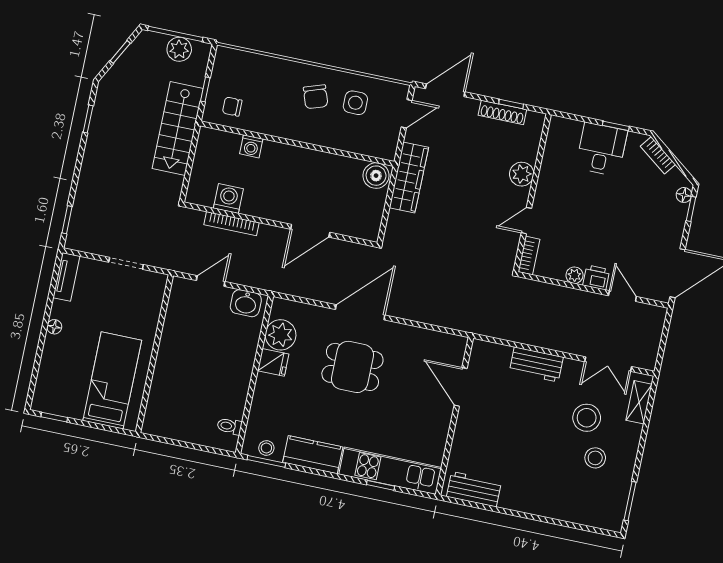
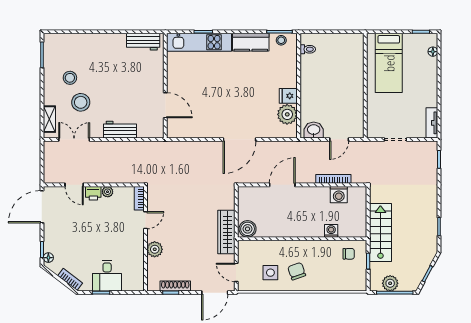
door: (407, 114) -> (236, 272), hinge flipped
floor lamp: (54, 327) -> (433, 52), moved
dining table: (352, 367) -> (237, 104), removed

